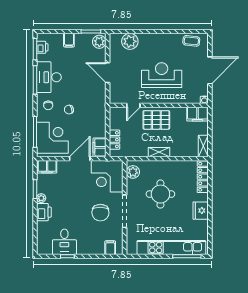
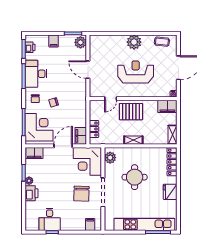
plant: (130, 41) -> (134, 42), moved

